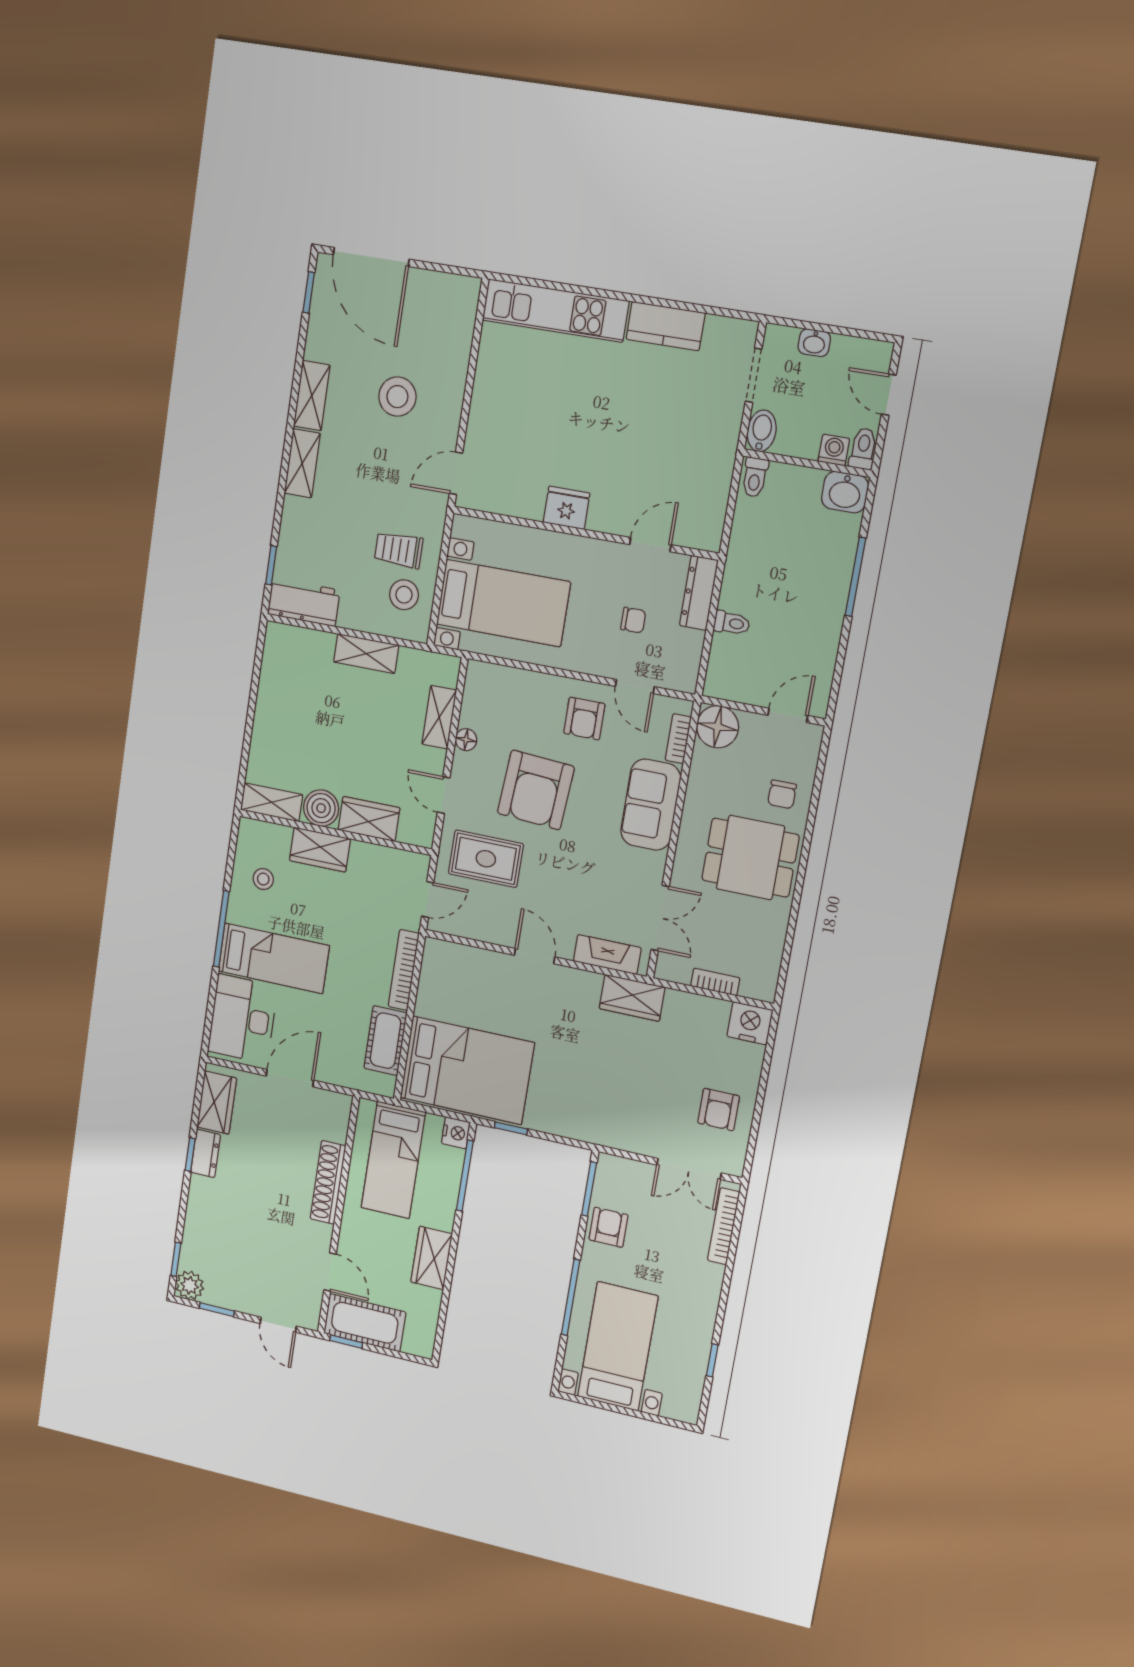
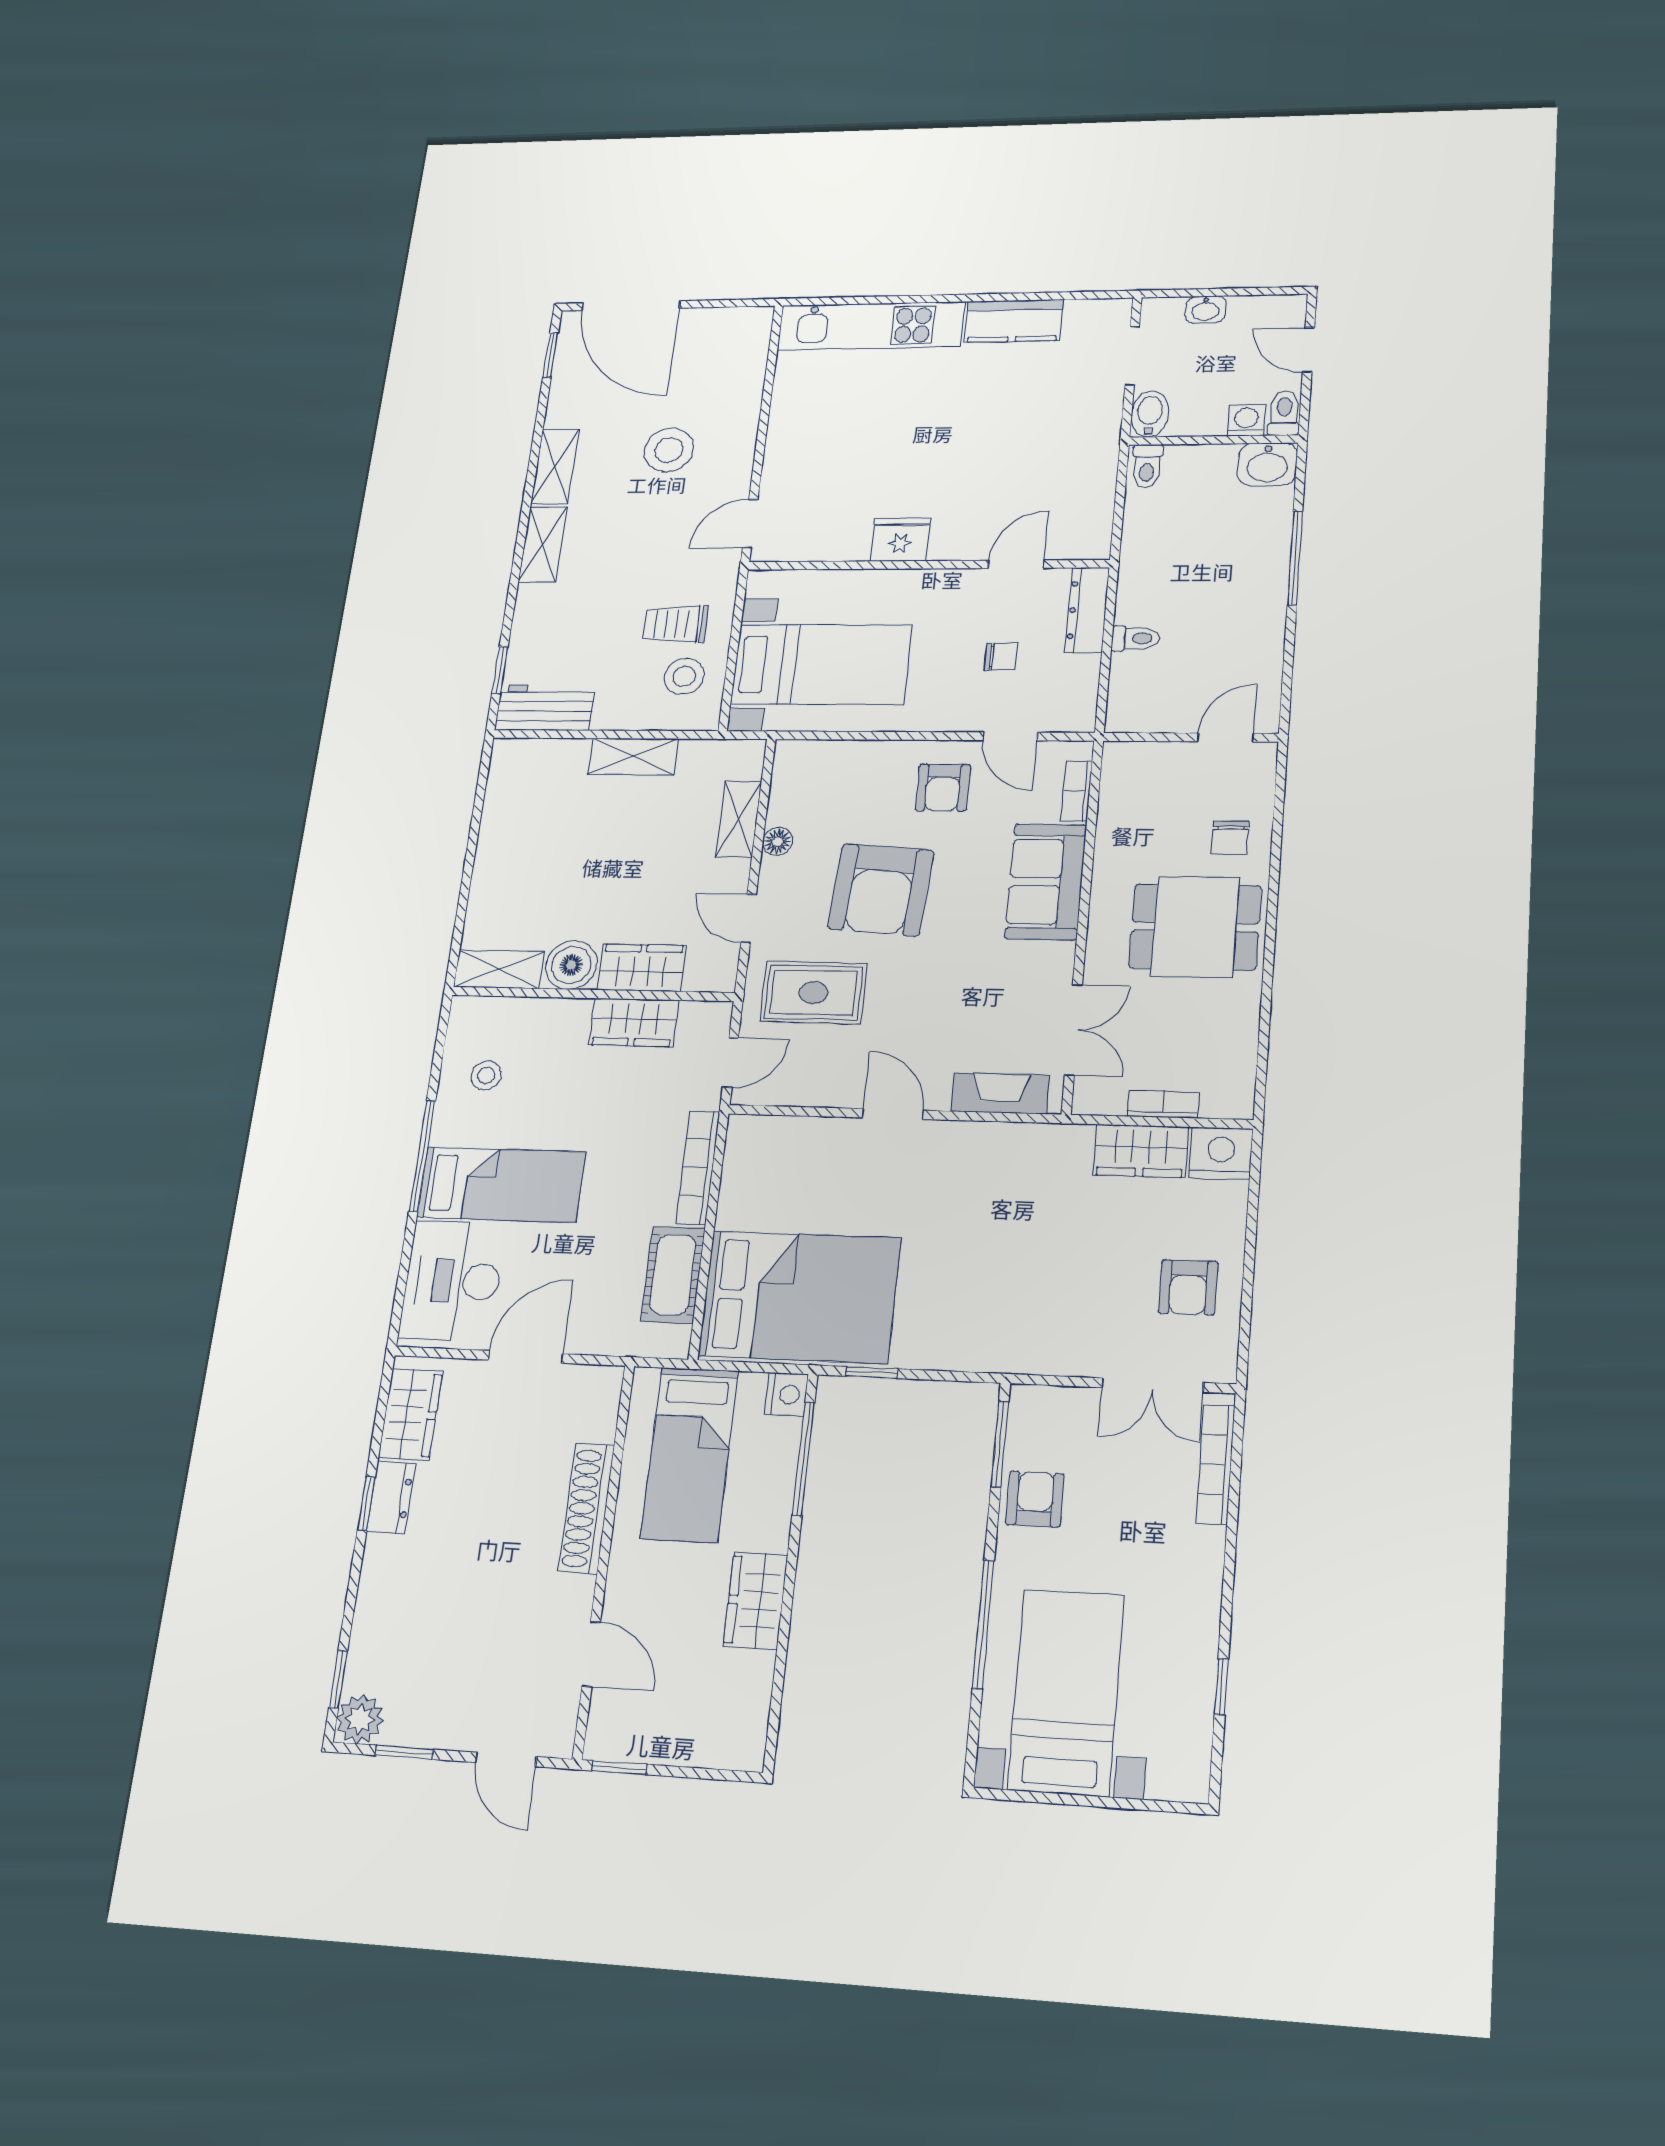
floor lamp: (718, 727) -> (1130, 767), removed
wardrobe: (320, 850) -> (634, 1022), moved
wardrobe: (632, 998) -> (1141, 1151), moved
cot: (365, 1323) -> (649, 1729), removed

